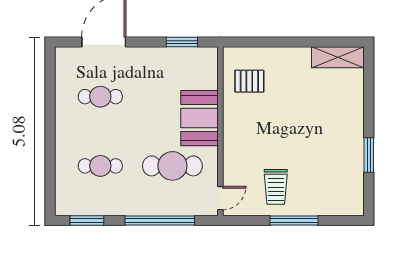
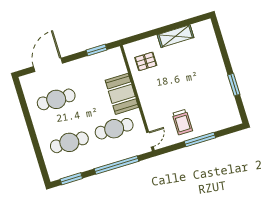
shelving: (338, 57) -> (176, 36), moved
cafe table: (100, 97) -> (56, 99), width x1.37, depth x1.35
cafe table: (100, 166) -> (69, 142), width x1.37, depth x1.35

